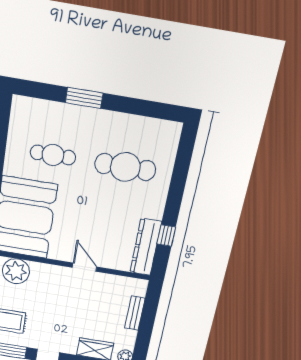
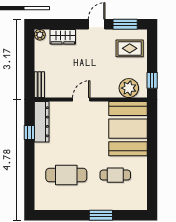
door: (84, 267) -> (81, 100), swing flipped
bench: (135, 313) -> (39, 85), moved

